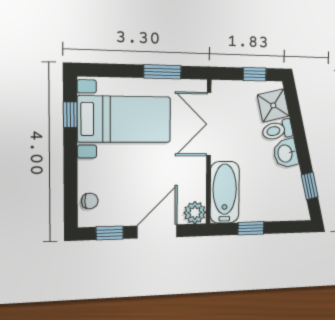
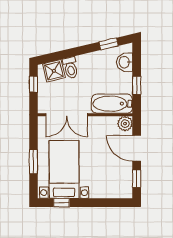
window: (162, 72) -> (33, 162), moved
washbasin: (286, 153) -> (125, 62), moved, turned 103
chair: (90, 201) -> (116, 191), removed

